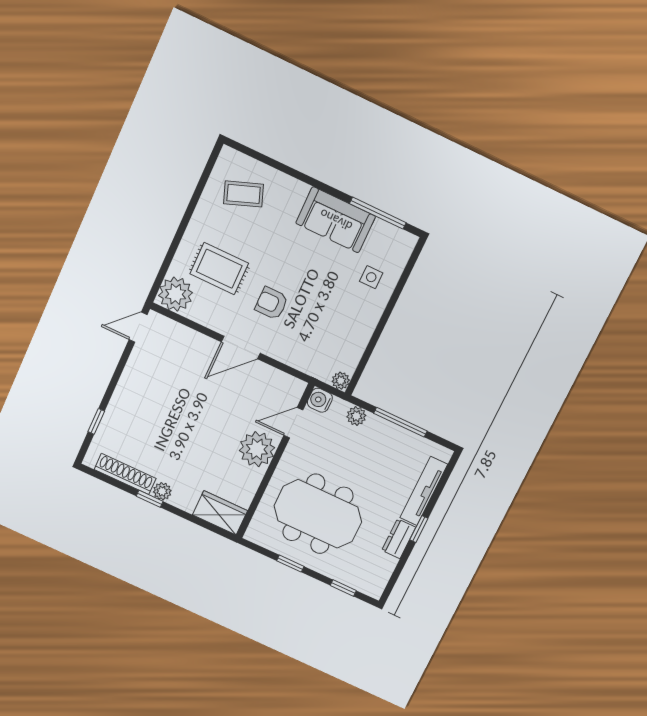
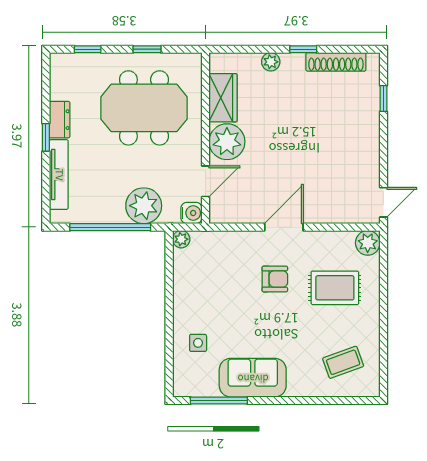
plant: (176, 294) -> (368, 243), width x0.73, depth x0.73
plant: (356, 416) -> (144, 206), width x1.88, depth x1.88
window: (400, 422) -> (110, 227), width x1.46
plant: (162, 491) -> (271, 62), moved
wardrobe: (220, 513) -> (223, 98), moved, turned -90

